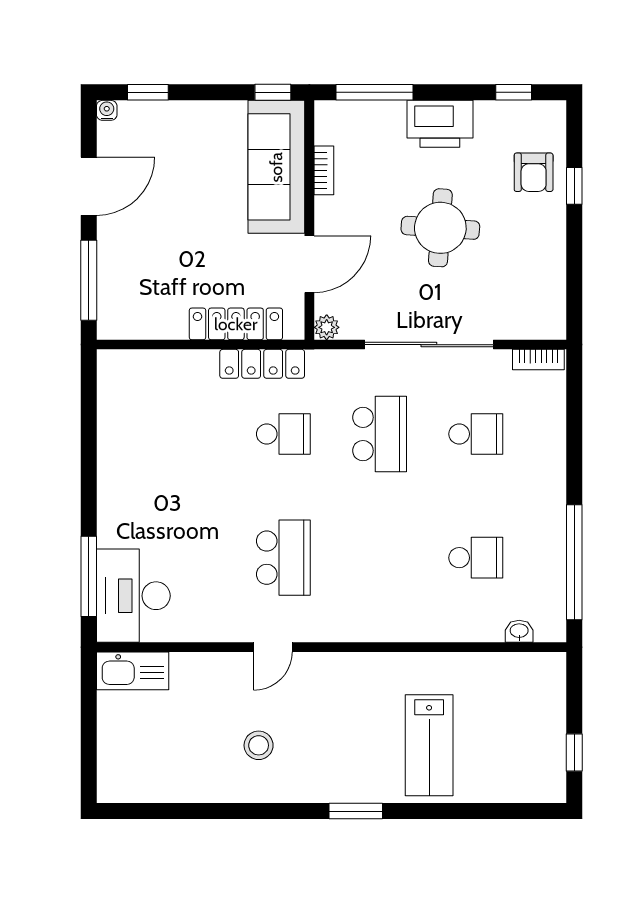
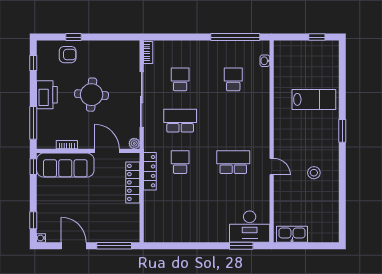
window: (89, 576) -> (241, 246), width x0.69
kitchen sink: (133, 671) -> (292, 234), moved, turned -90

